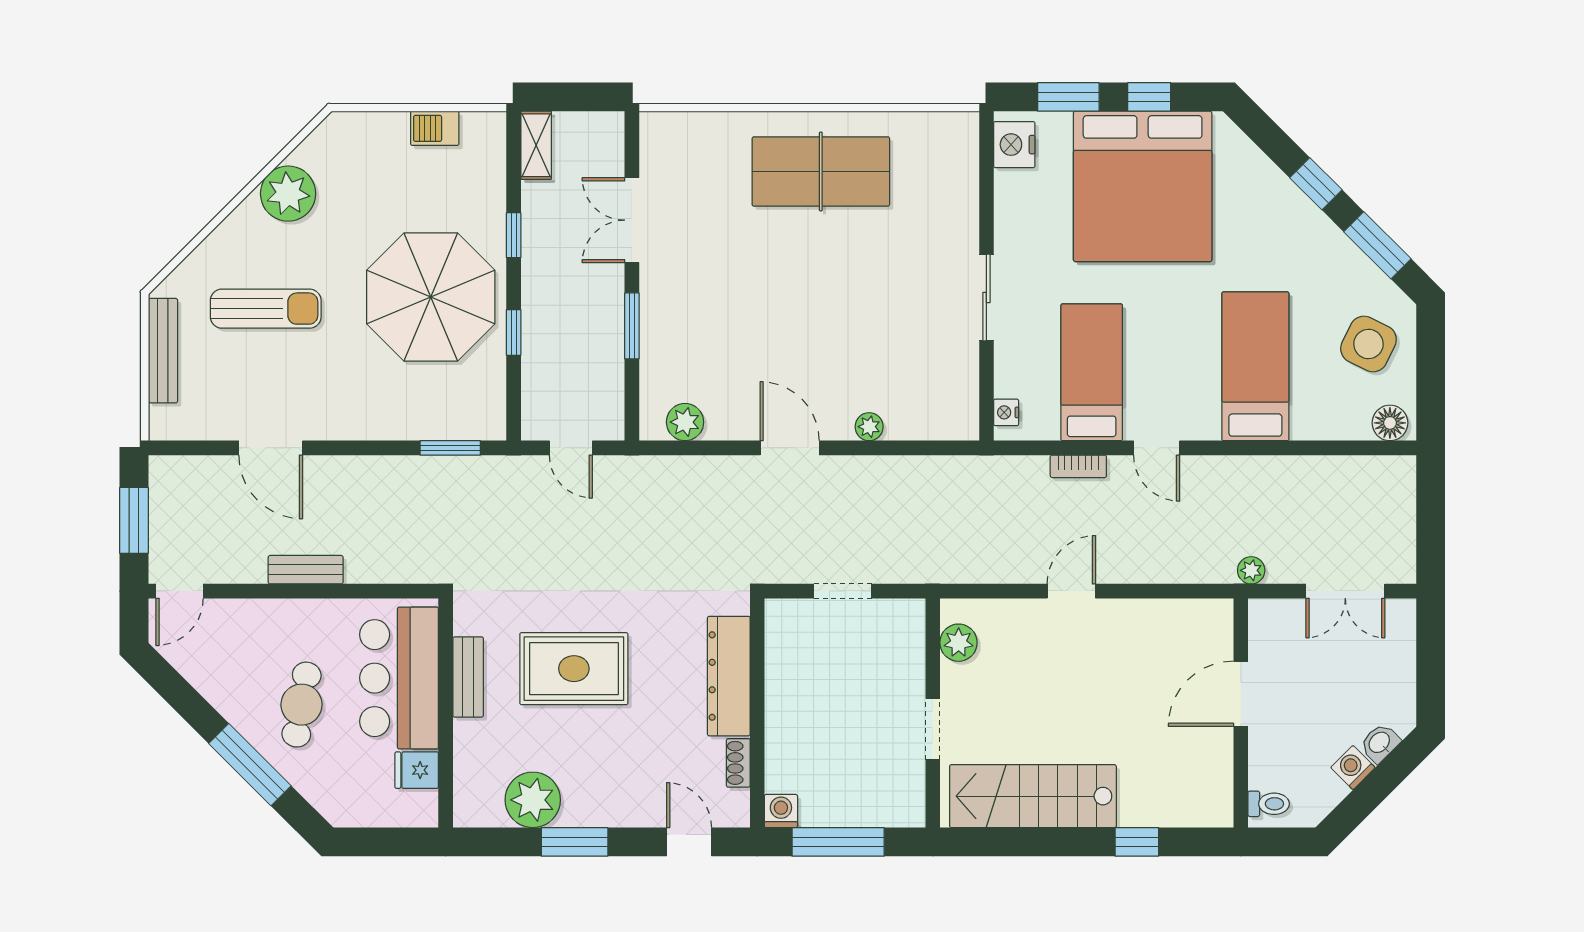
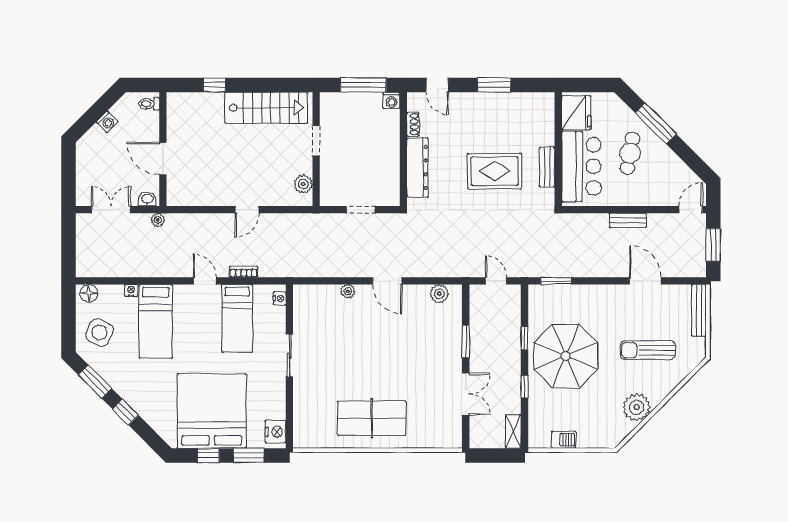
bench: (163, 351) -> (699, 310), moved
nightstand: (1305, 428) -> (131, 291), added
door: (1241, 694) -> (163, 159), swing flipped
washbasin: (1380, 743) -> (147, 199), moved, turned -135
fridge: (417, 770) -> (576, 113), width x1.88, depth x1.34
plant: (533, 800) -> (515, 106), removed

